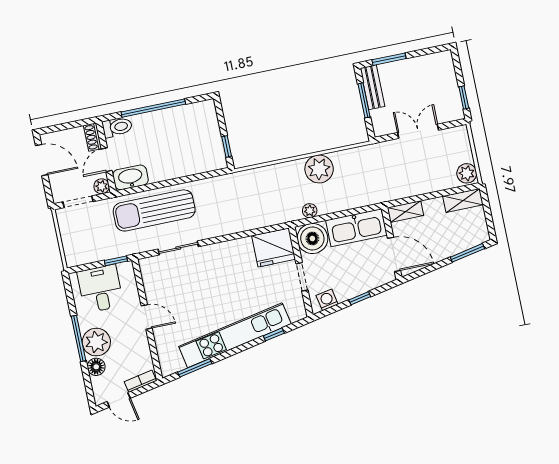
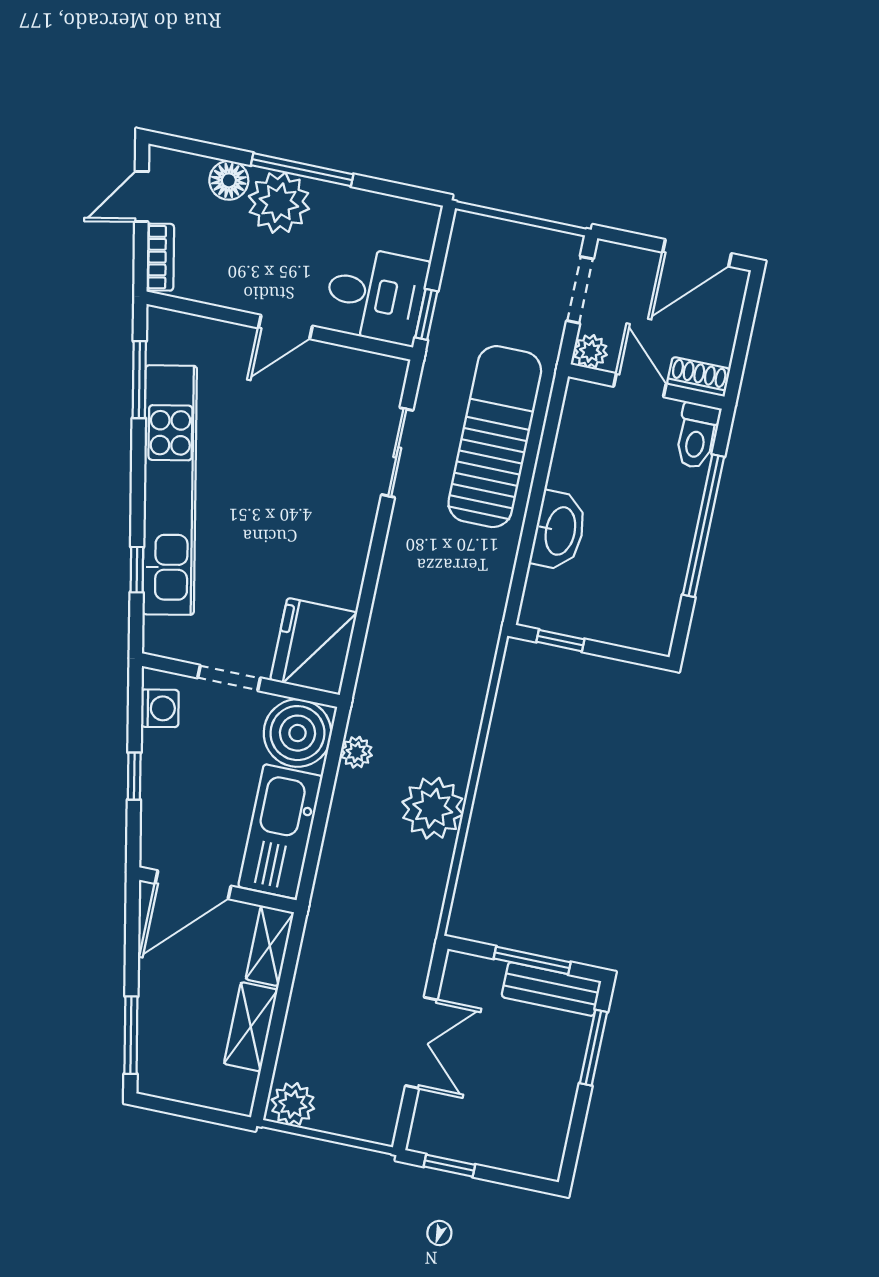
washbasin: (130, 177) -> (559, 531), moved
shelving: (463, 200) -> (251, 1027), moved
desk: (100, 289) -> (376, 295), moved

